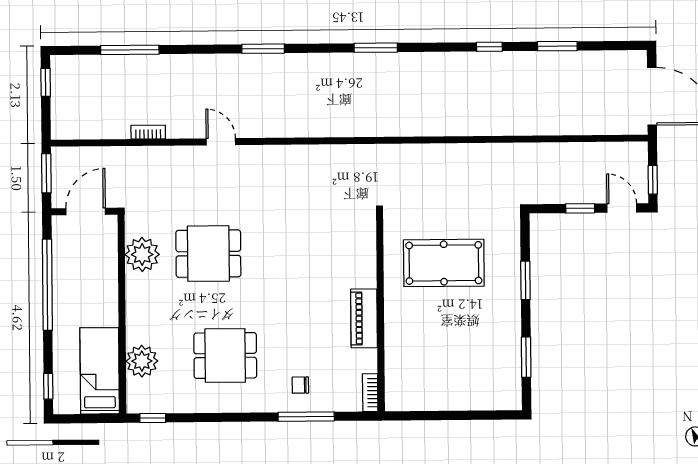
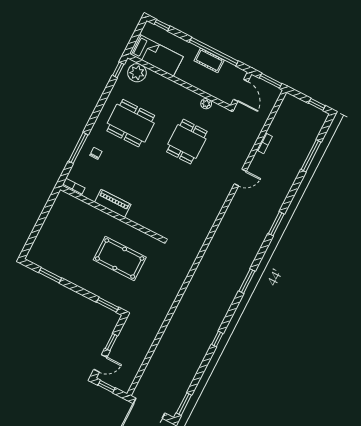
window: (557, 46) -> (184, 404), moved
plant: (142, 254) -> (206, 104), width x0.53, depth x0.53
pool table: (444, 263) -> (120, 259), turned 90
window: (525, 280) -> (108, 305), moved
cot: (65, 285) -> (209, 60), added
dining table: (225, 355) -> (131, 123), width x1.38
plant: (142, 361) -> (137, 73), moved

